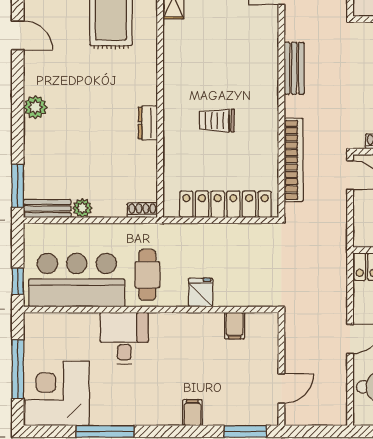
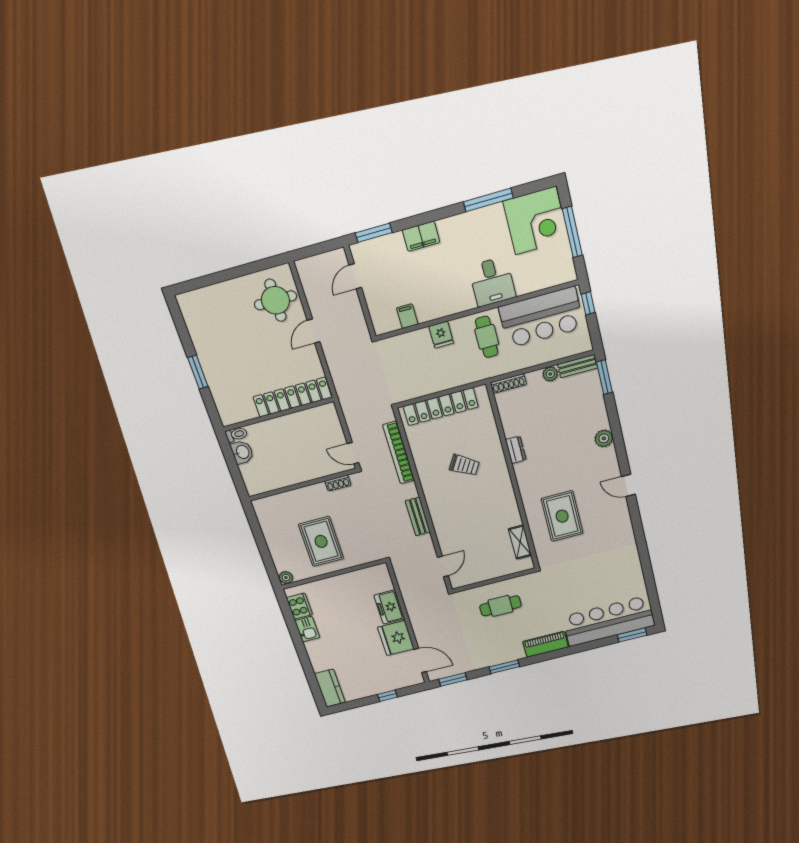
trolley: (217, 121) -> (464, 465), turned 31
shoe rack: (142, 210) -> (508, 384), width x1.43
filing cabinet: (192, 413) -> (421, 236), width x2.00

